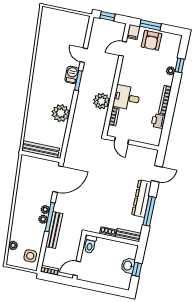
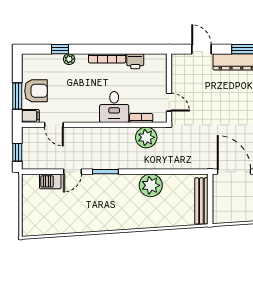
barbecue: (72, 75) -> (50, 181), moved
plant: (102, 101) -> (146, 137), moved
door: (122, 140) -> (169, 102), hinge flipped

